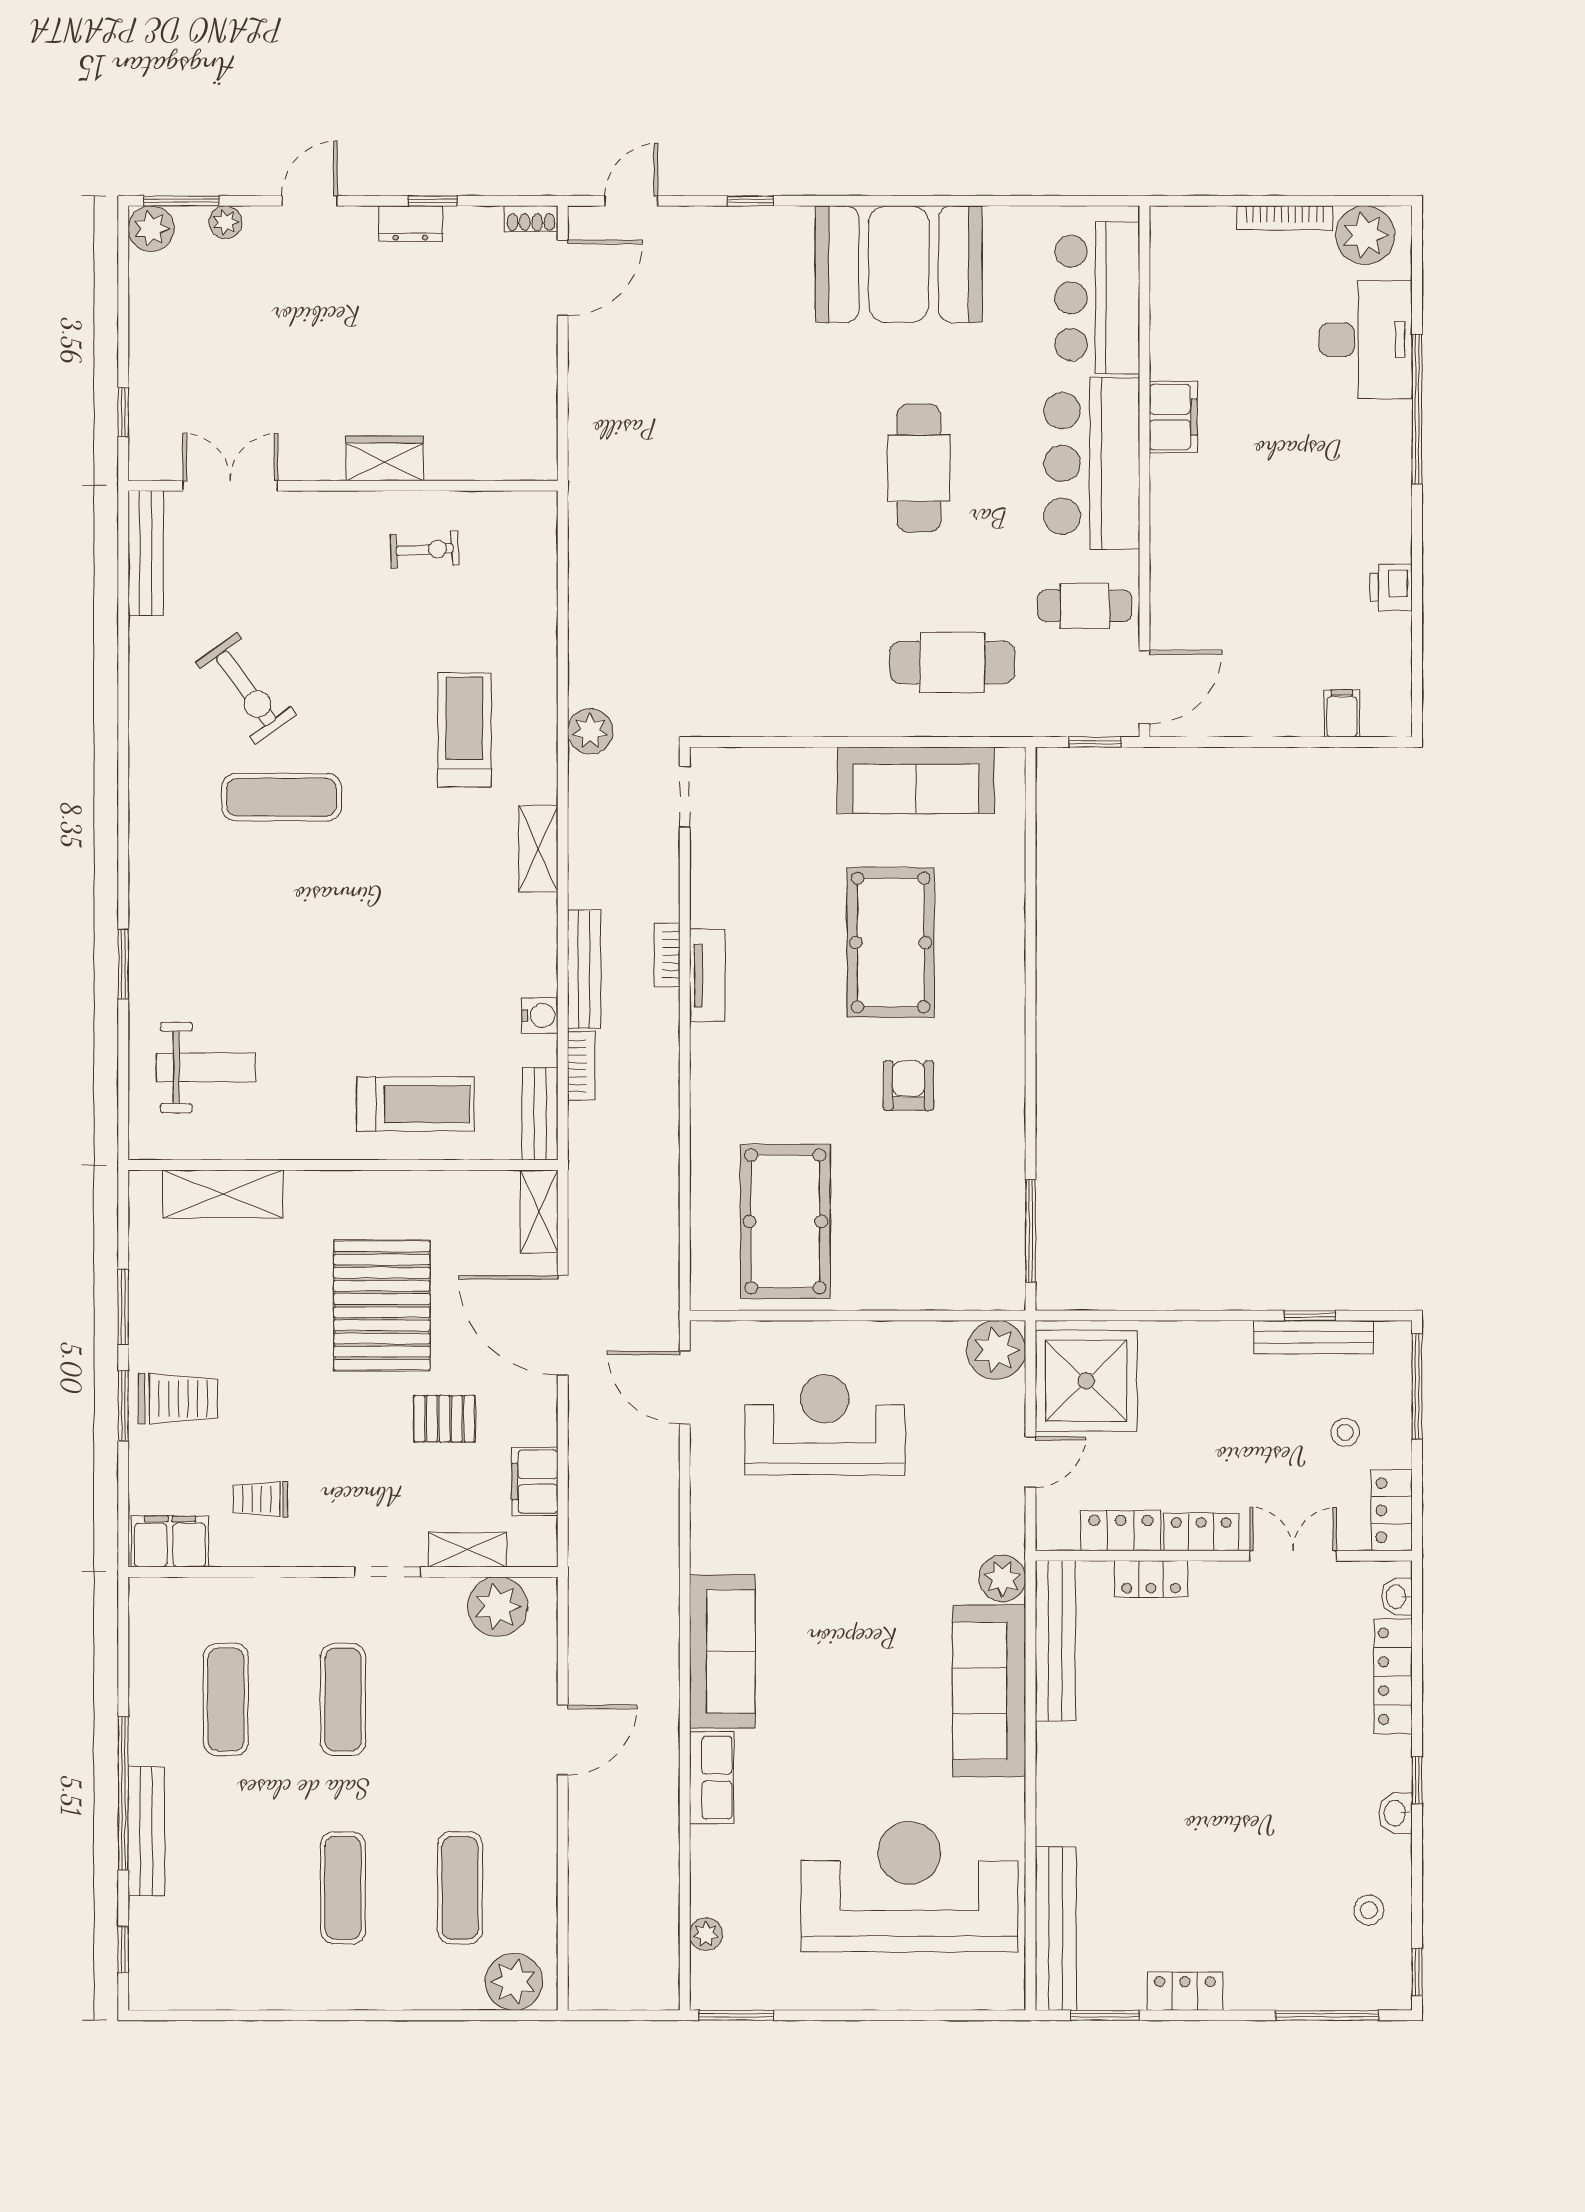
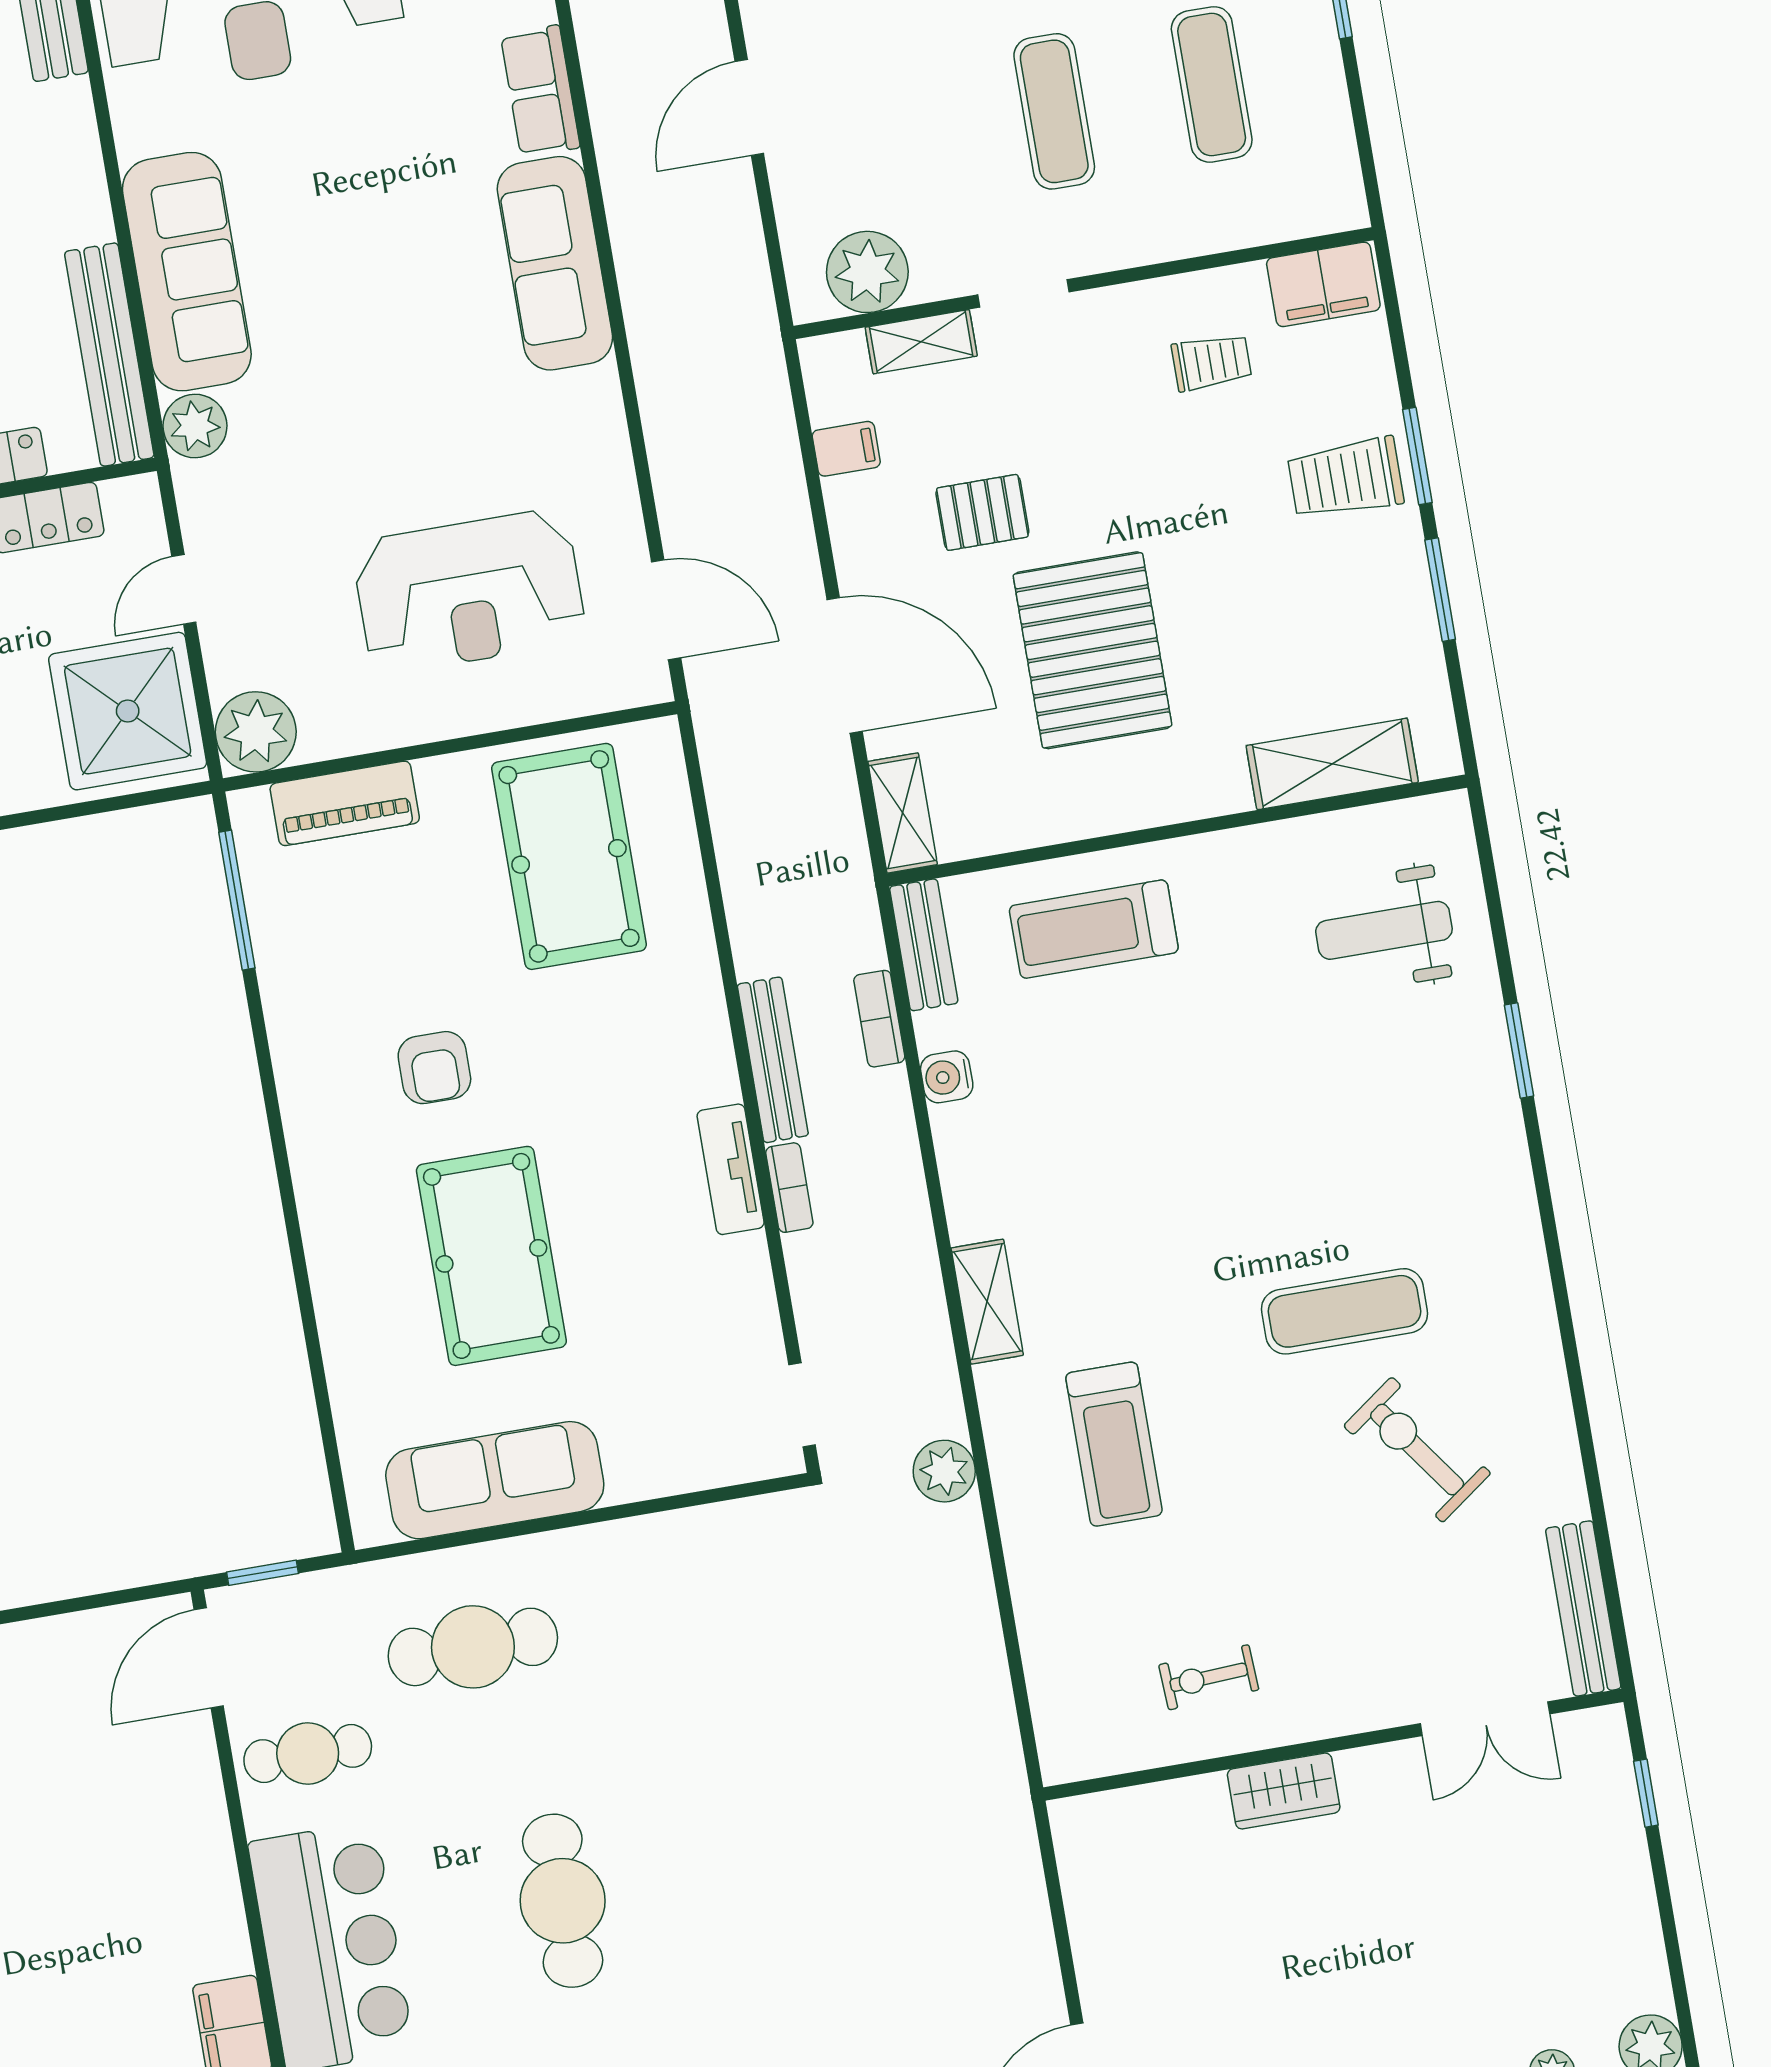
bench: (584, 969) -> (773, 1060), moved
piano: (941, 1287) -> (345, 803), added
filing cabinet: (535, 1482) -> (846, 449), width x0.50

